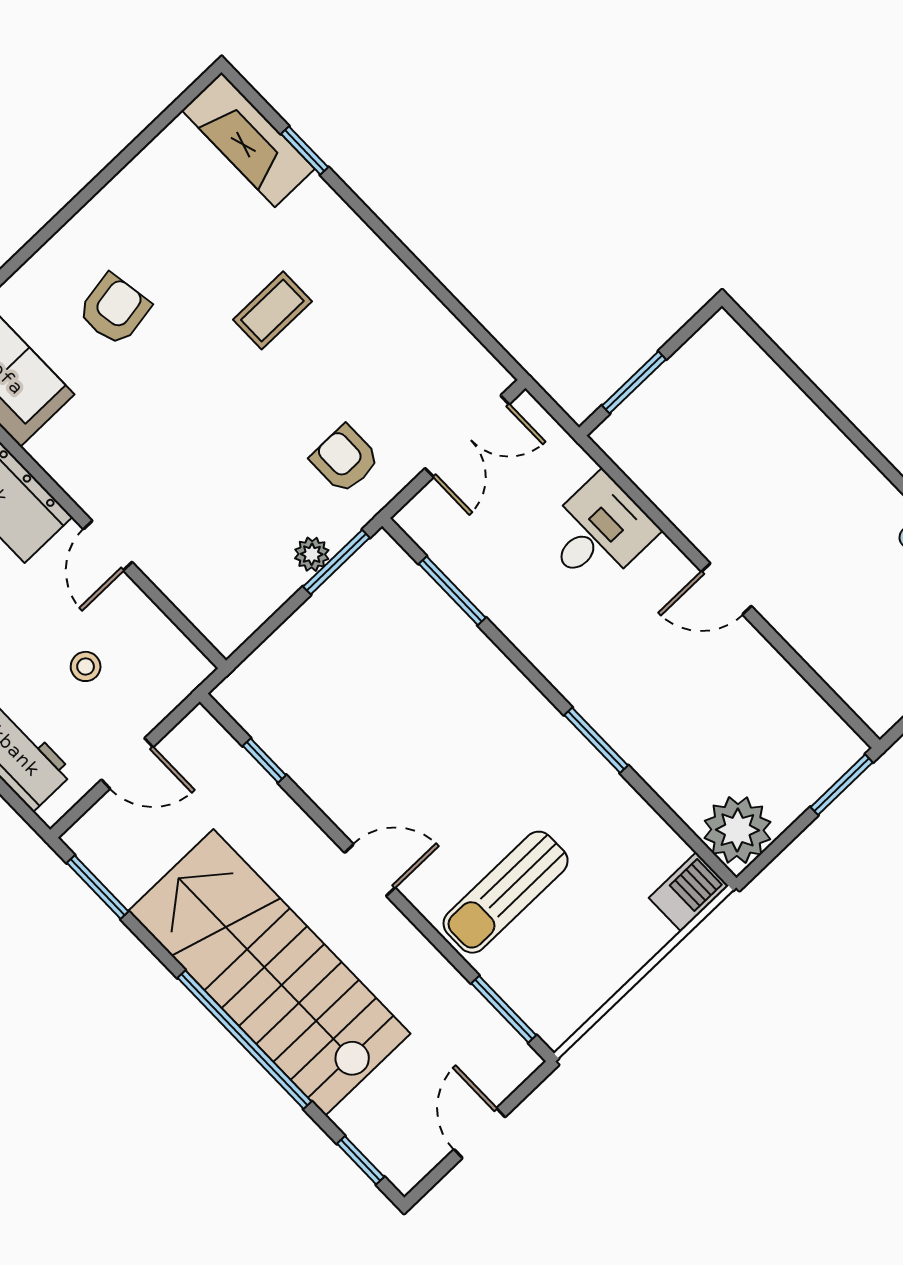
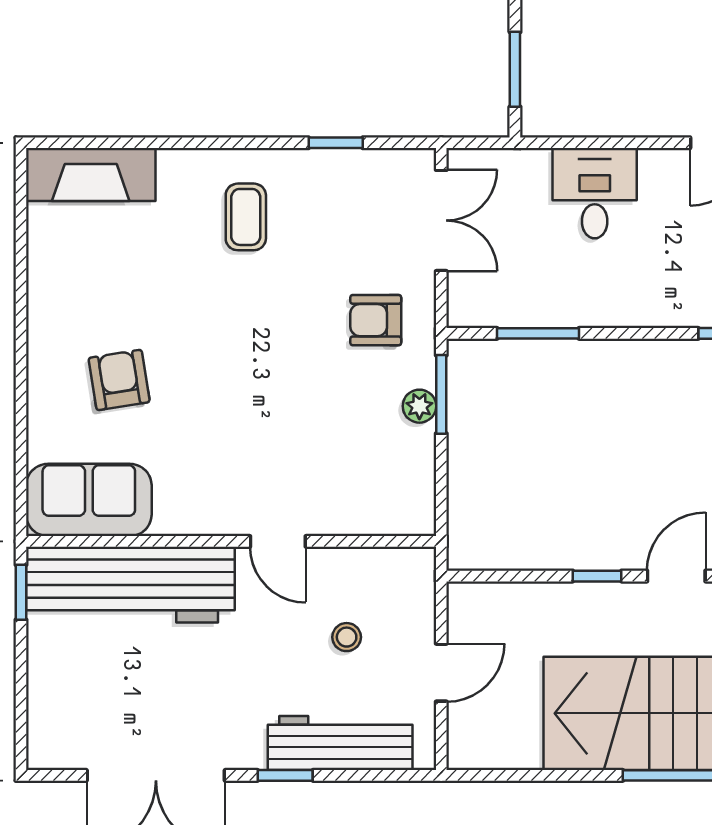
window: (305, 151) -> (336, 143), moved
coffee table: (272, 310) -> (246, 217), moved
window: (264, 761) -> (597, 576), moved
window: (98, 887) -> (507, 775), removed

